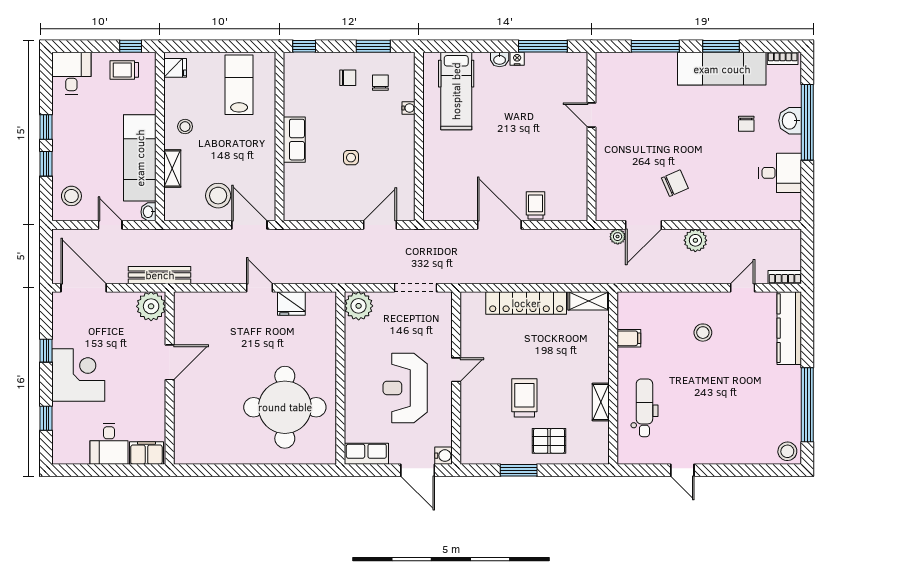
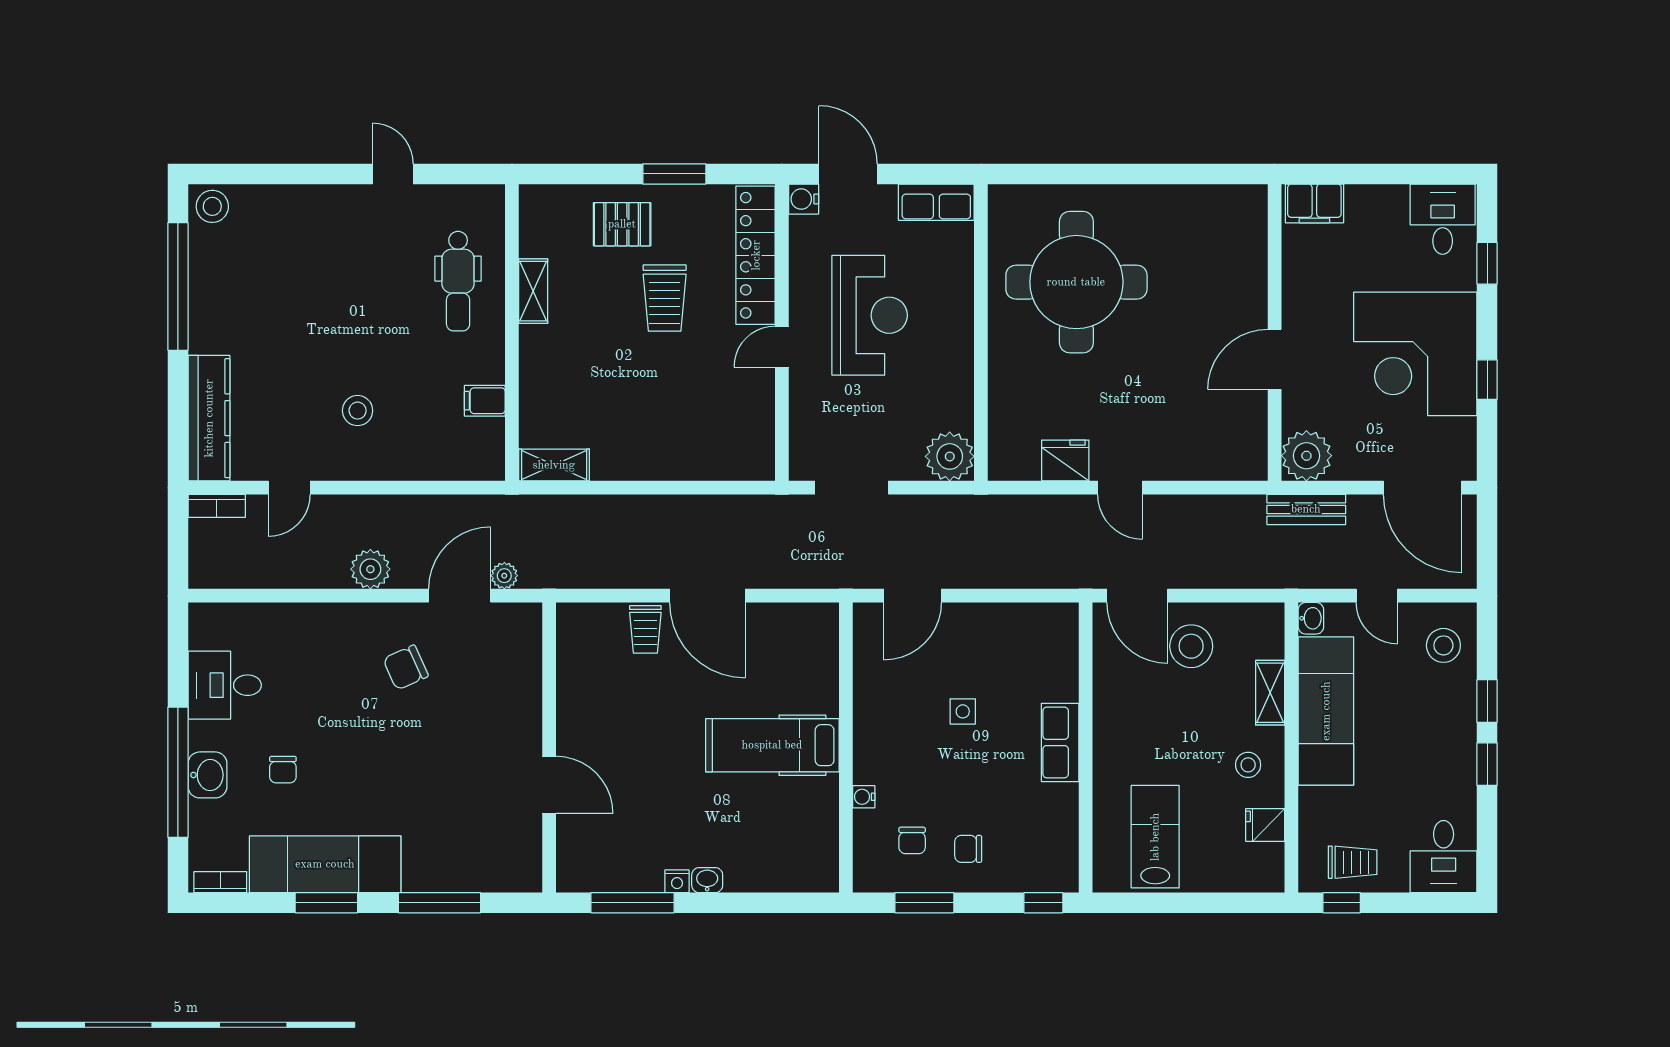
fridge: (175, 68) -> (1265, 825), moved
lab bench: (239, 85) -> (1155, 837), turned 180
hospital bed: (456, 91) -> (772, 745), moved, turned -90
door: (592, 115) -> (549, 785), width x1.38
chair: (746, 124) -> (283, 770), turned 180
bench: (160, 275) -> (1306, 509), width x0.73
locker: (526, 303) -> (756, 255), moved, turned -90
corner desk: (78, 375) -> (1415, 354), width x1.36, depth x1.36
desk: (109, 444) -> (1443, 219), moved

